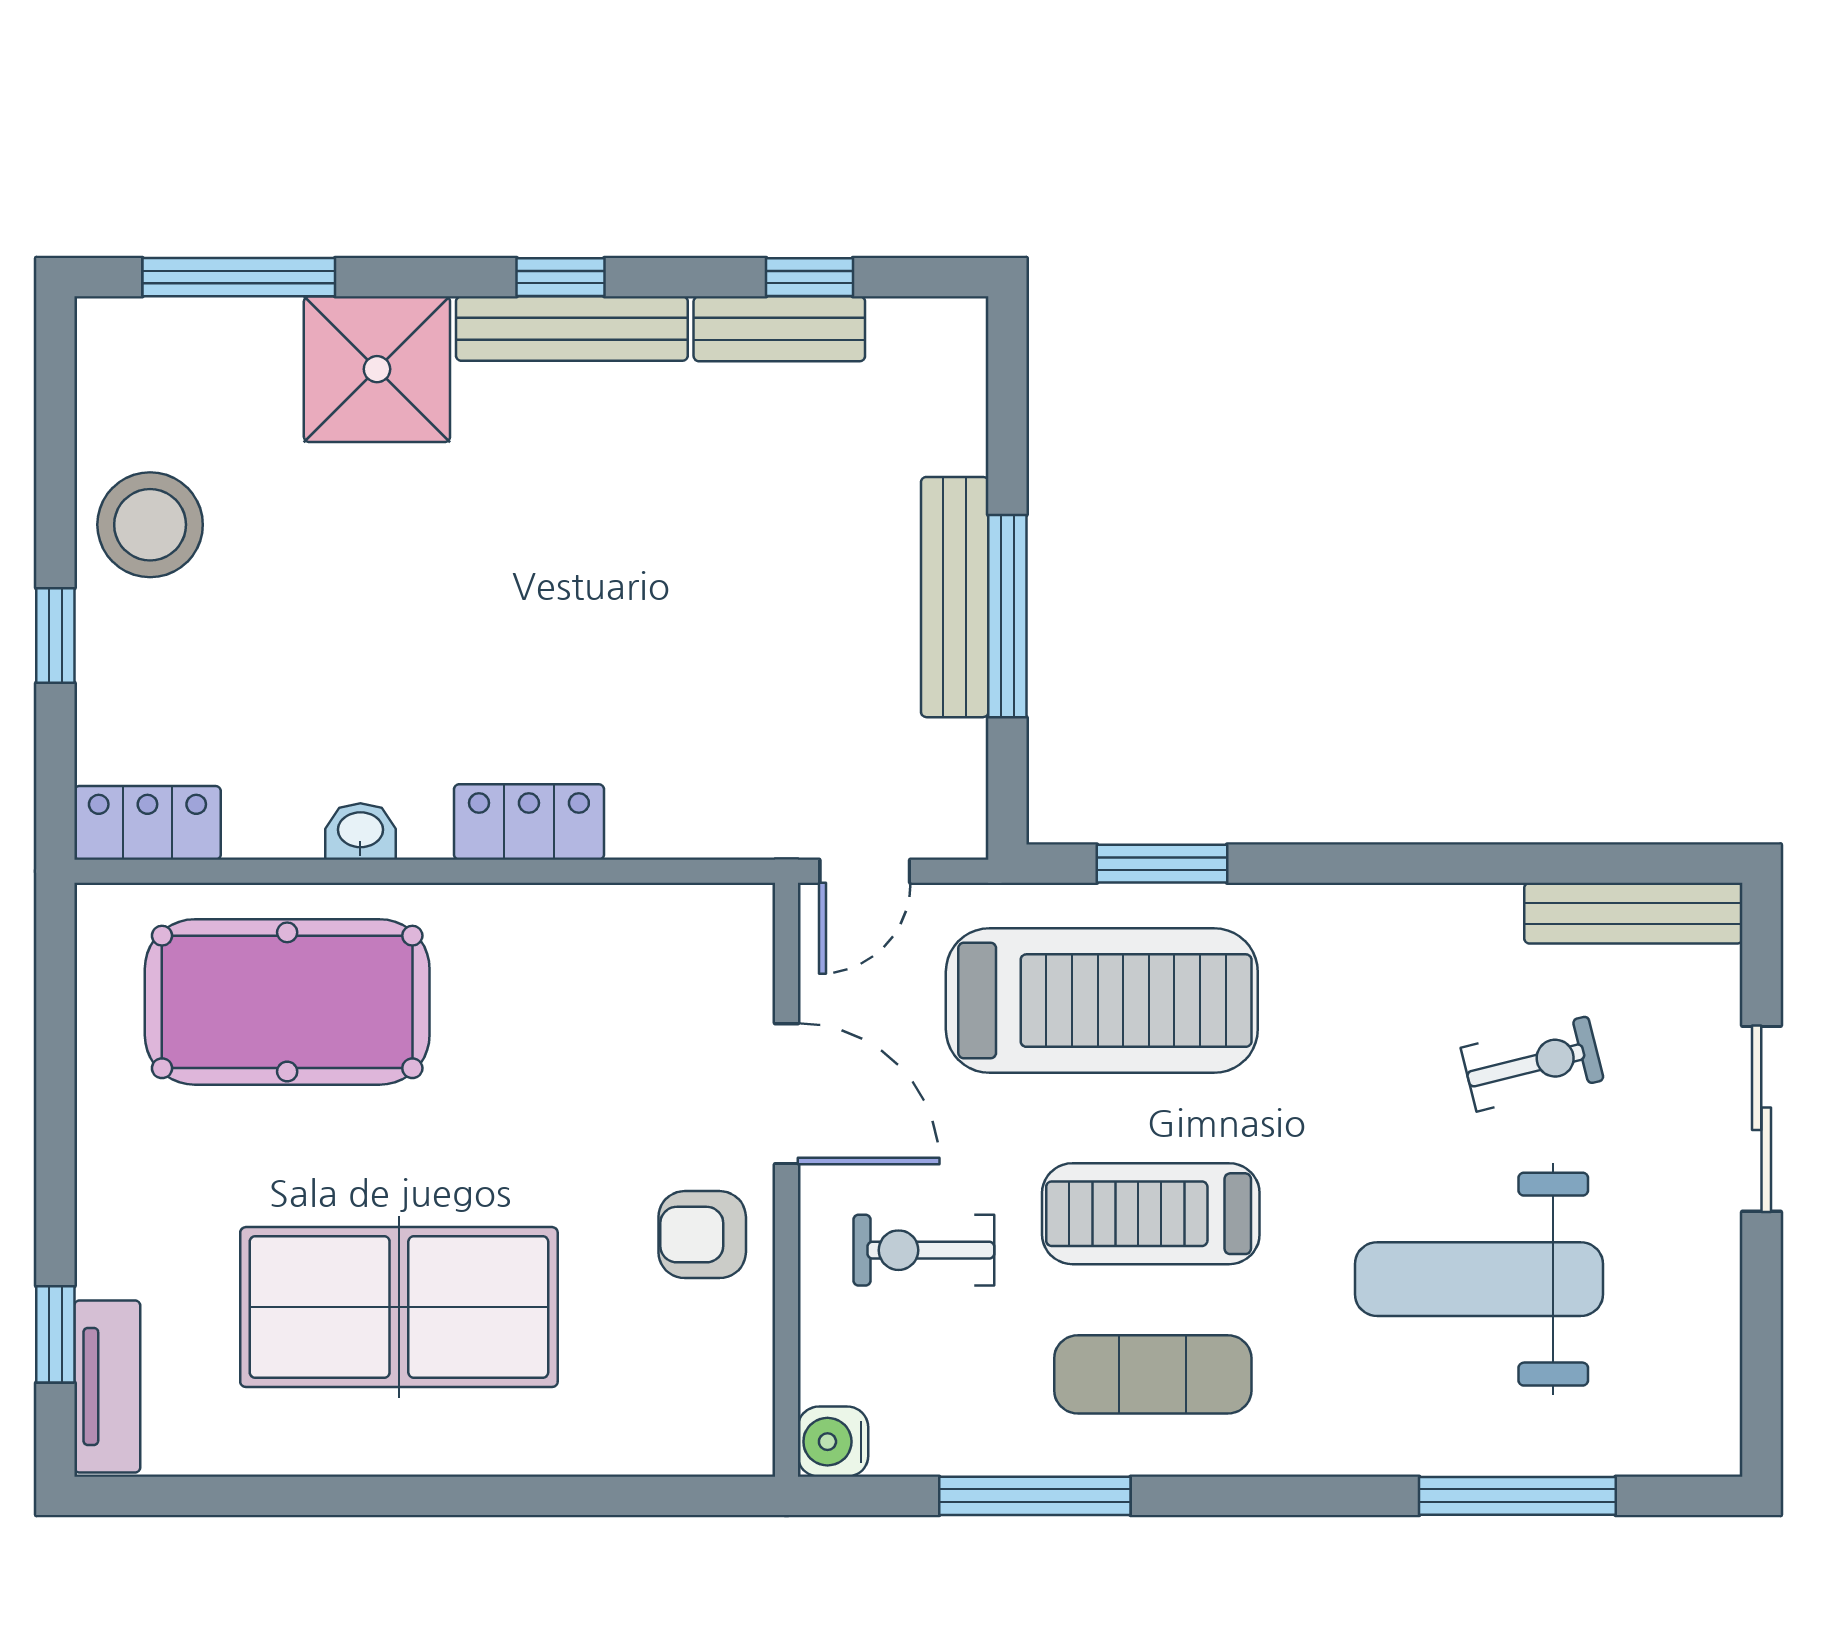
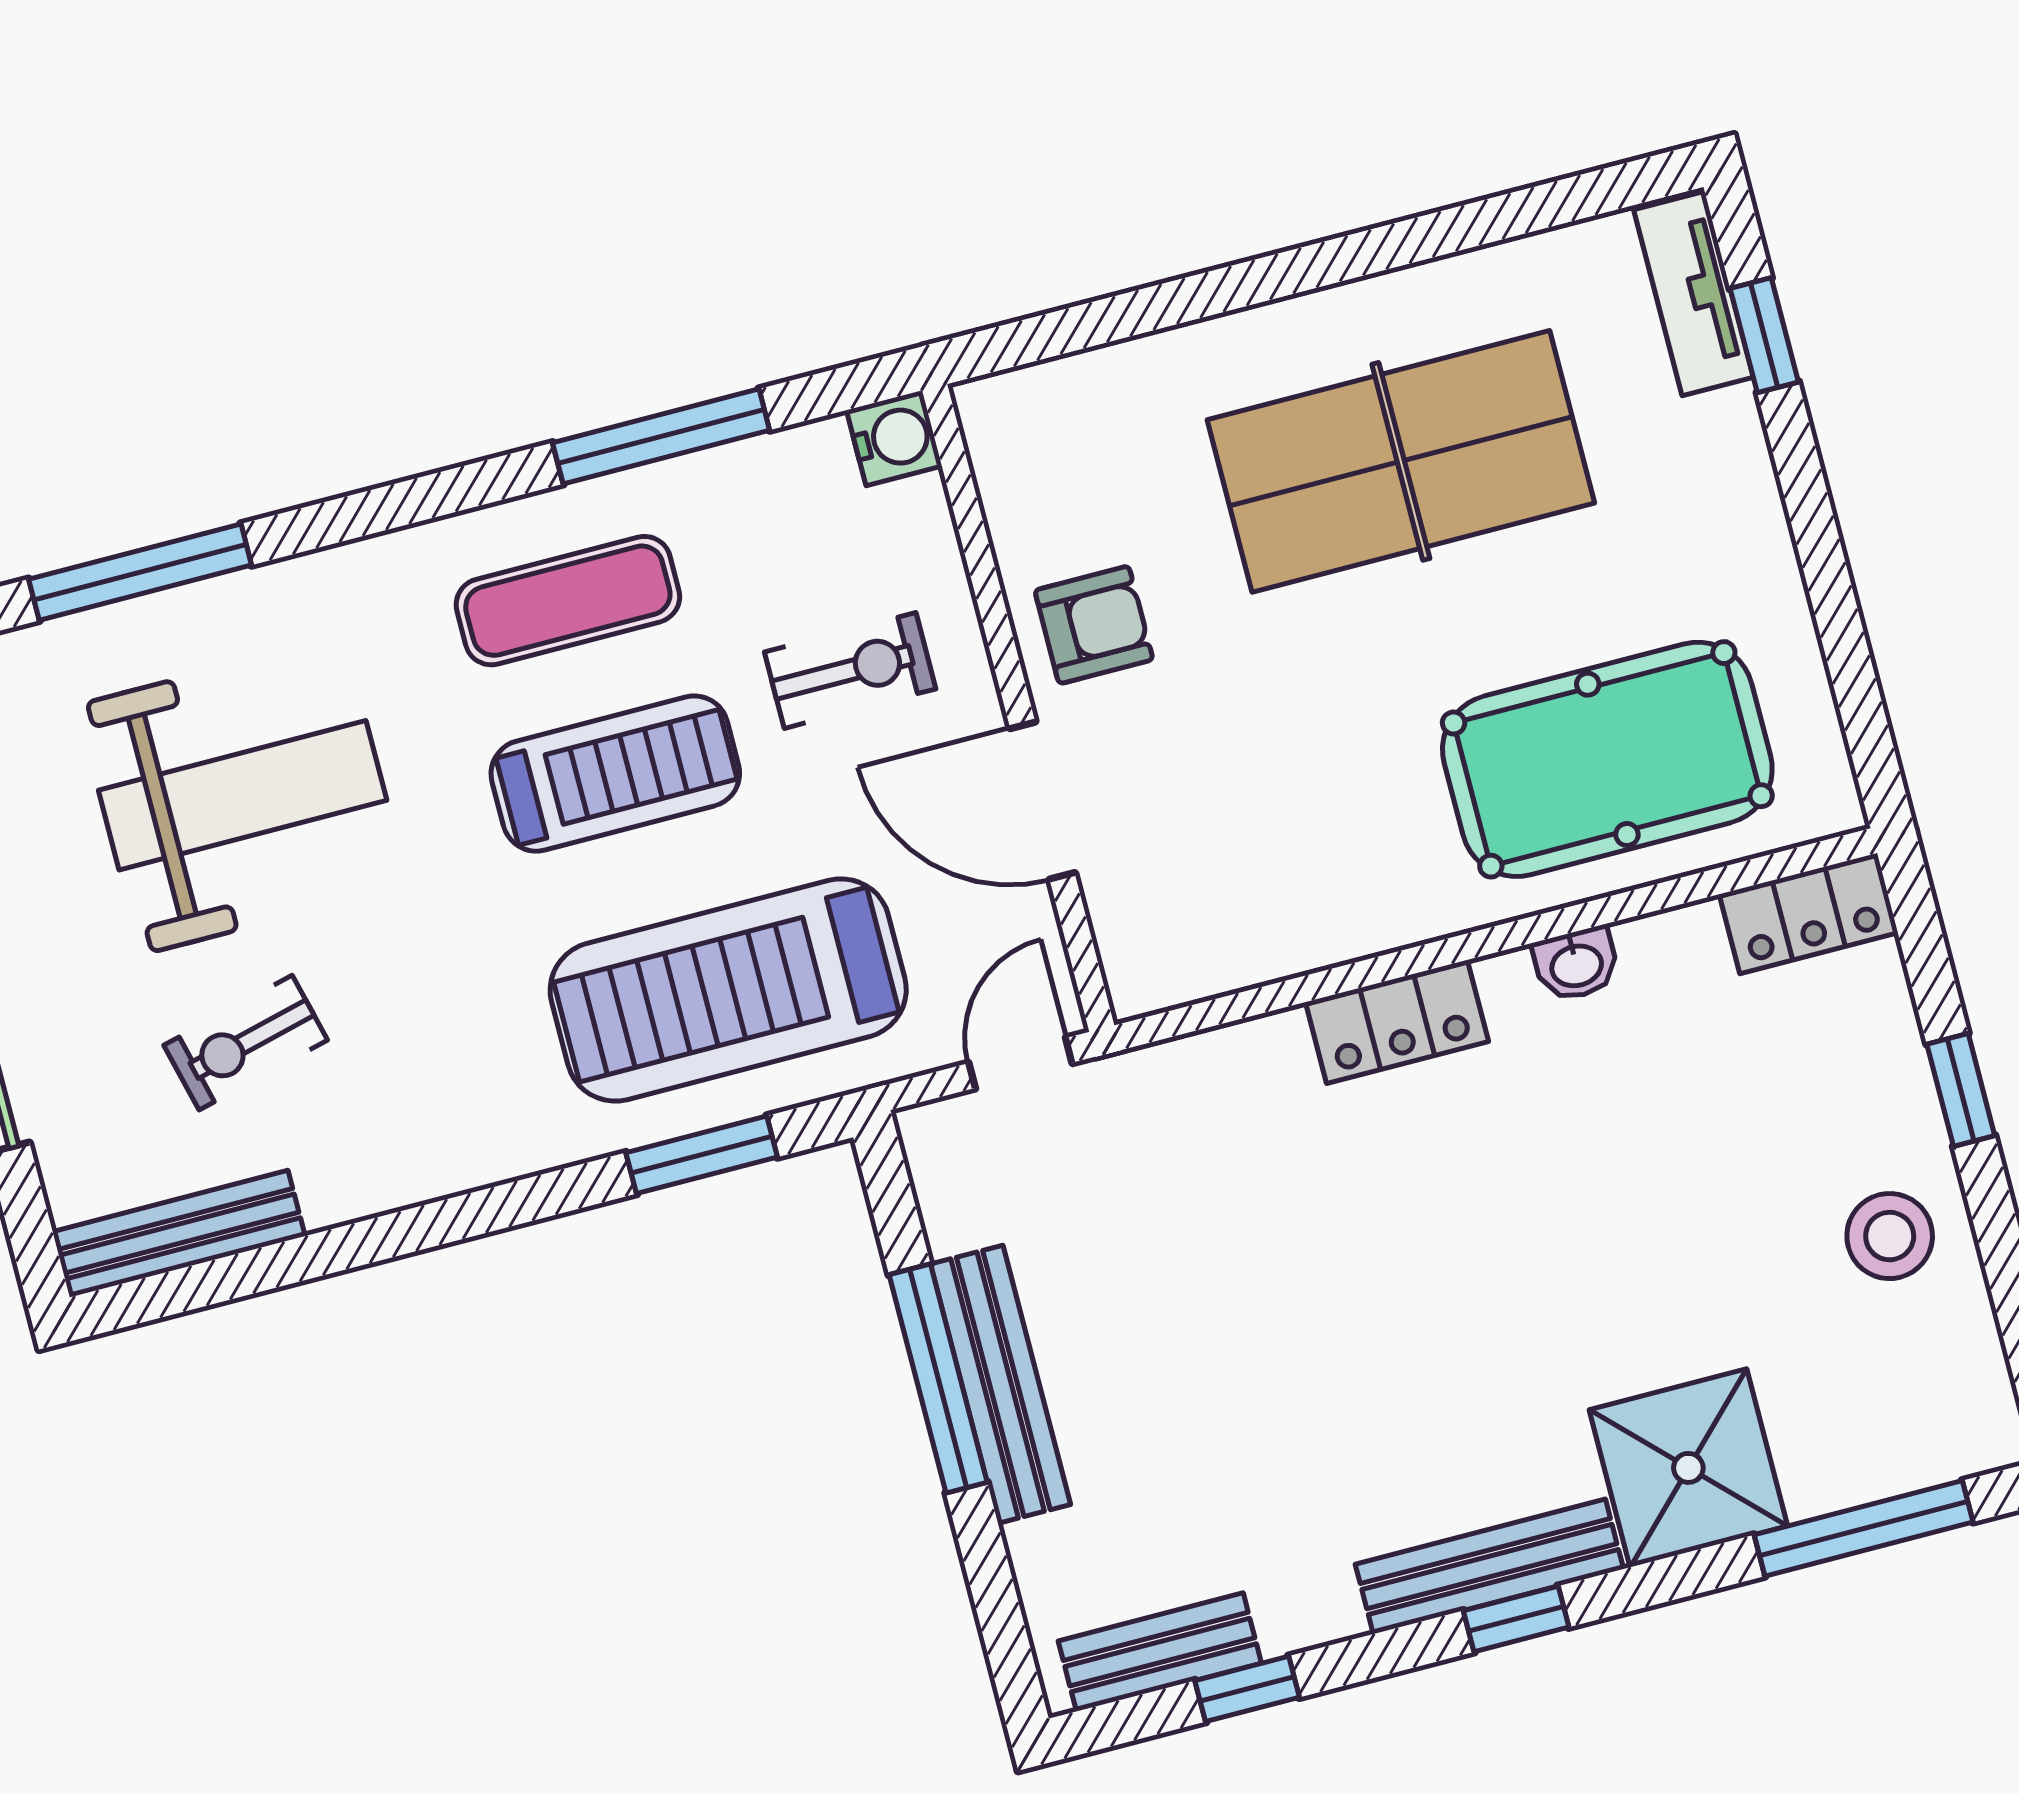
bench: (779, 329) -> (1160, 1652), moved
stool: (150, 525) -> (1890, 1236), width x0.73, depth x0.73

